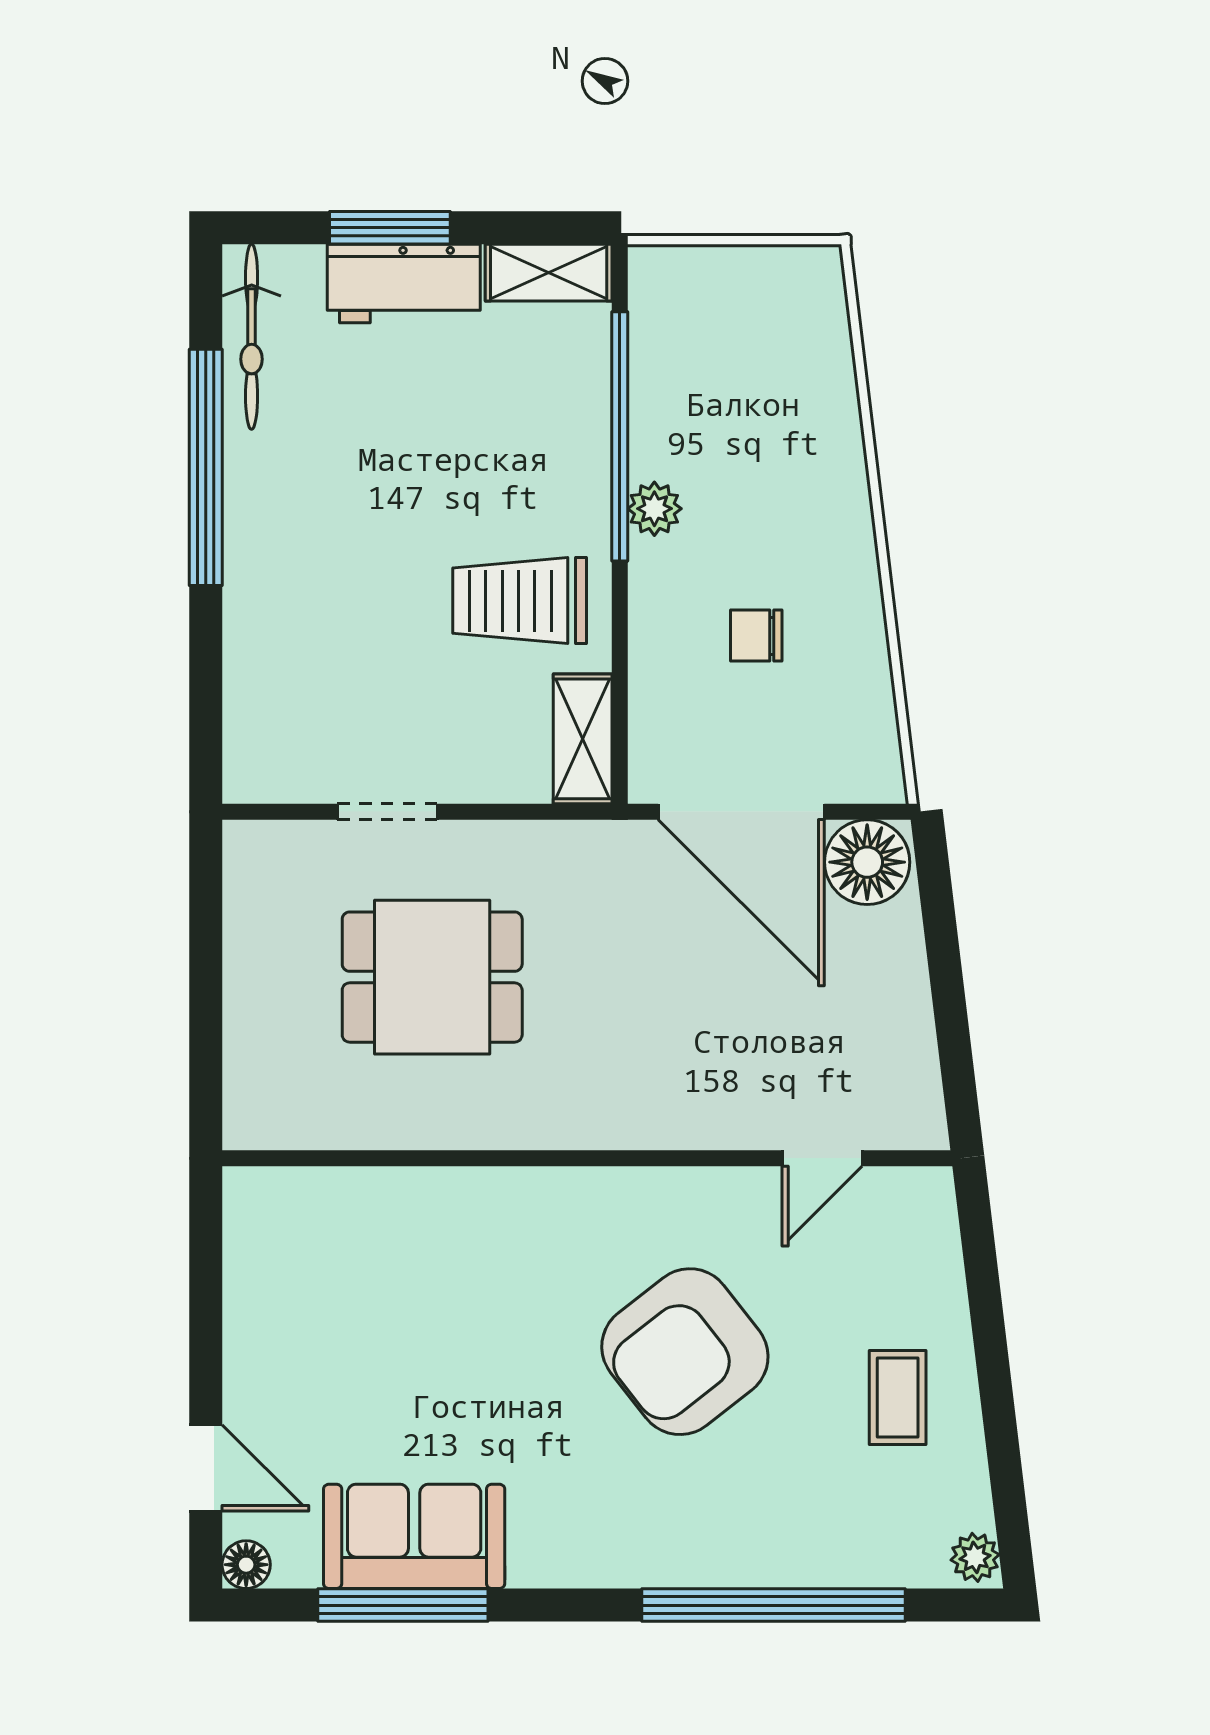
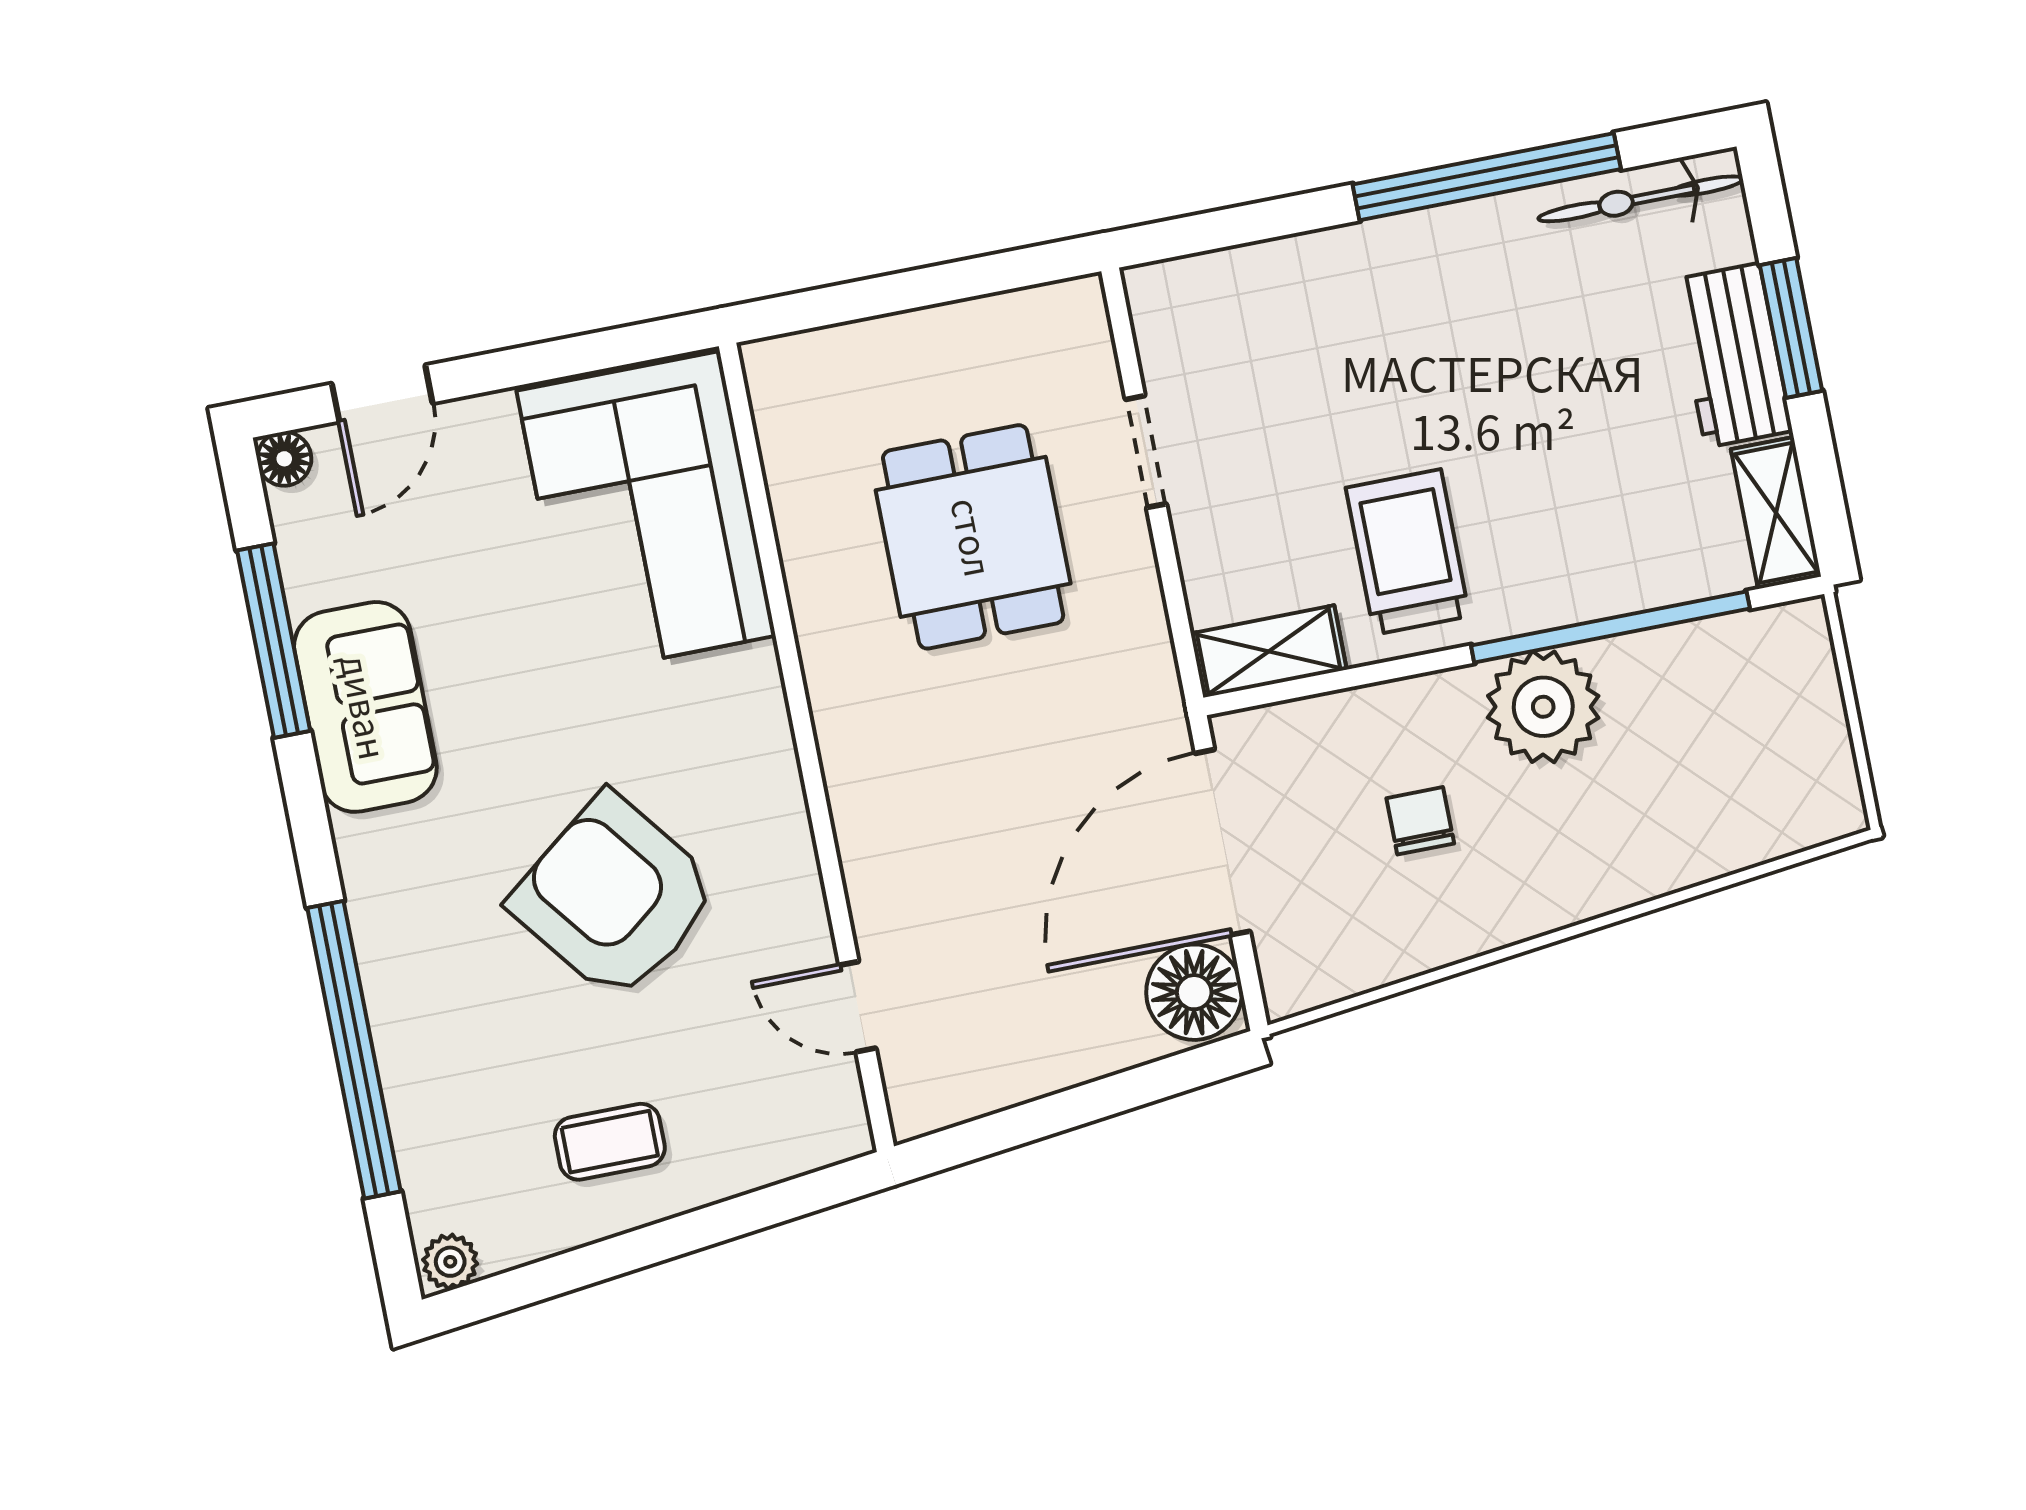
plant: (654, 509) -> (1543, 707), width x1.88, depth x1.88
corner sofa: (356, 1258) -> (646, 513), added
sofa: (414, 1536) -> (365, 707), moved

